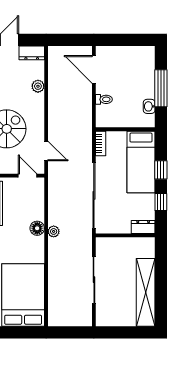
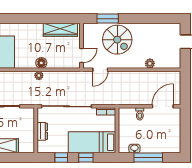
dresser: (32, 53) -> (175, 59), removed
dresser: (143, 227) -> (42, 131), moved

